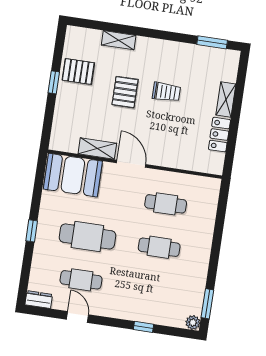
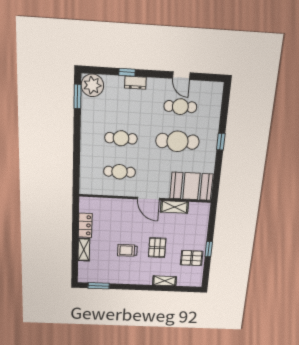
dresser: (39, 300) -> (135, 83), moved
plant: (193, 323) -> (92, 85), width x1.87, depth x1.87

